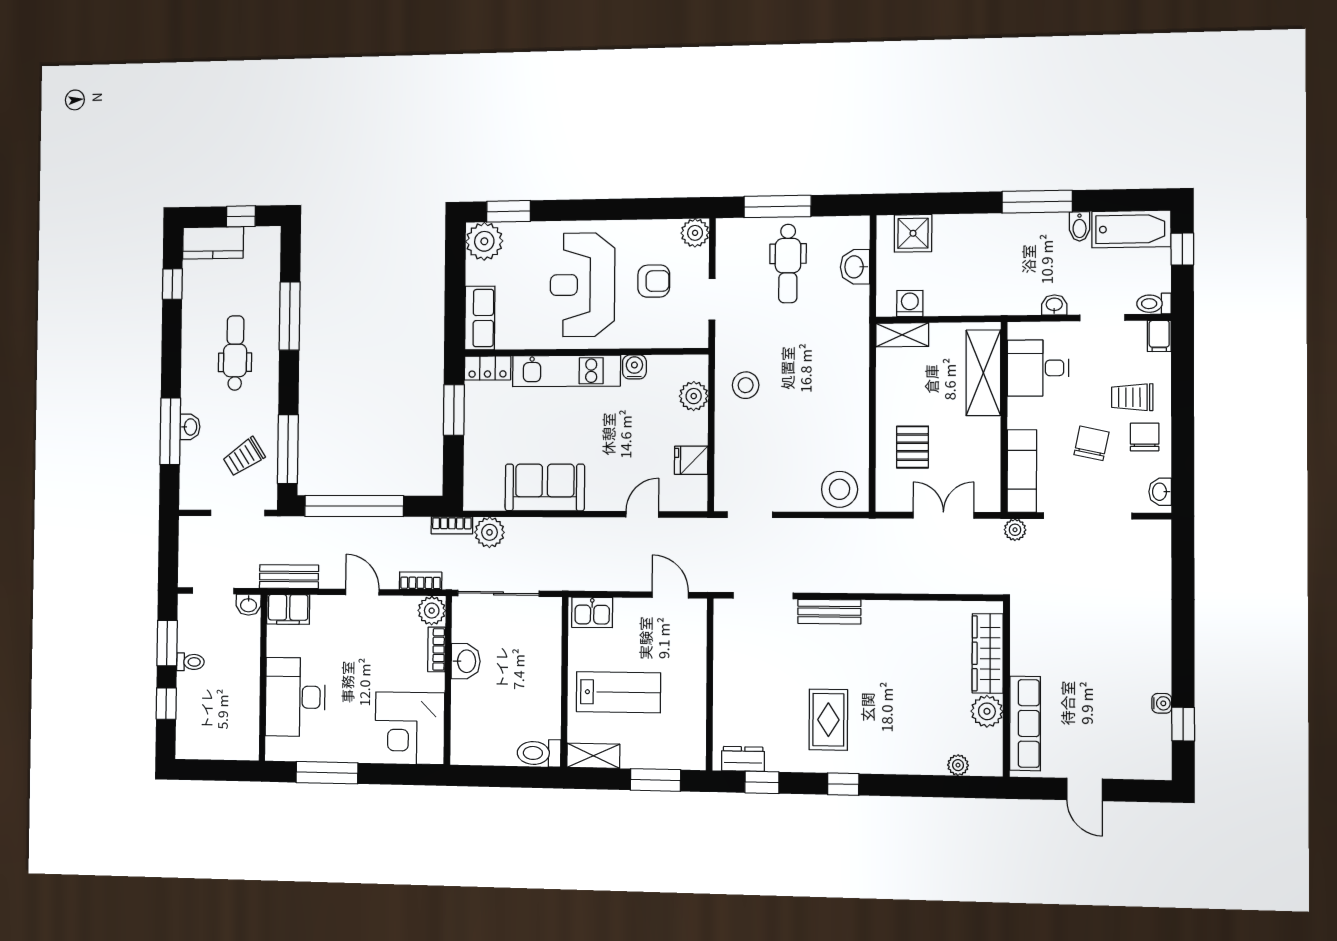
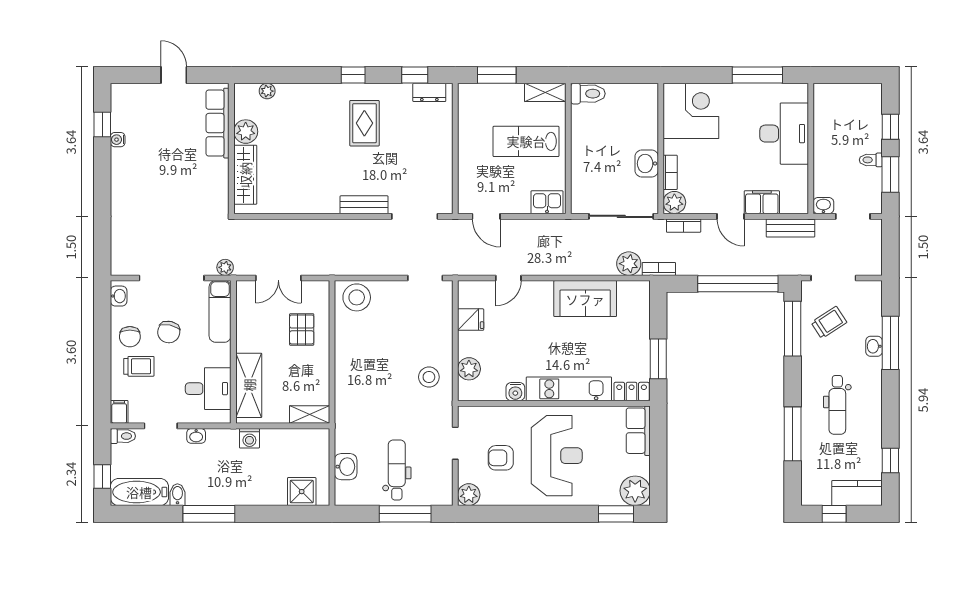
washing machine: (910, 303) -> (249, 438), moved
filing cabinet: (288, 609) -> (762, 202), moved

